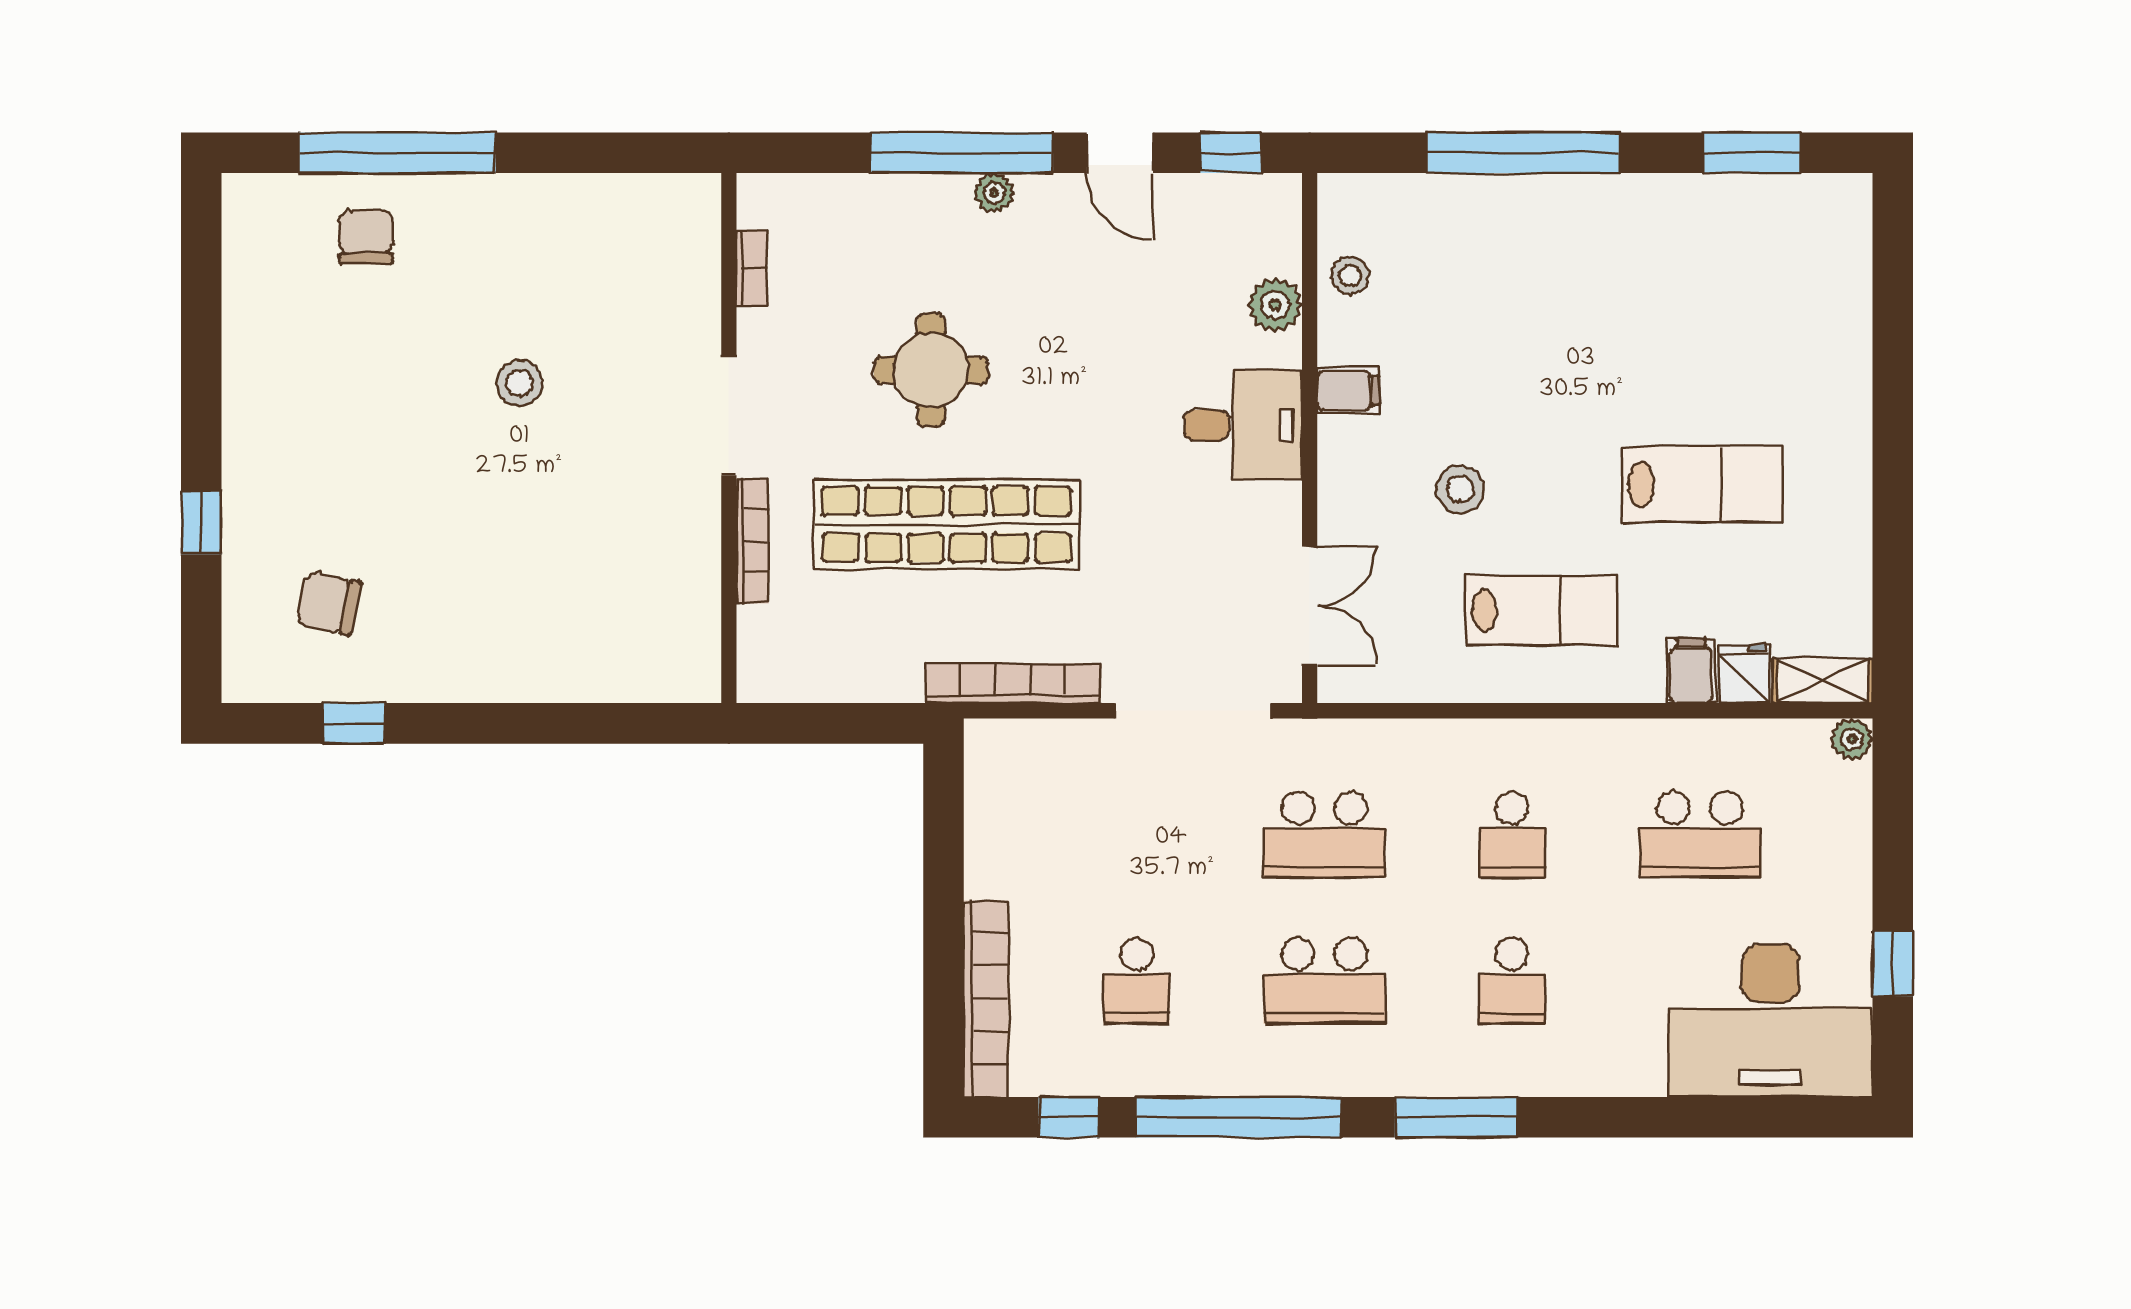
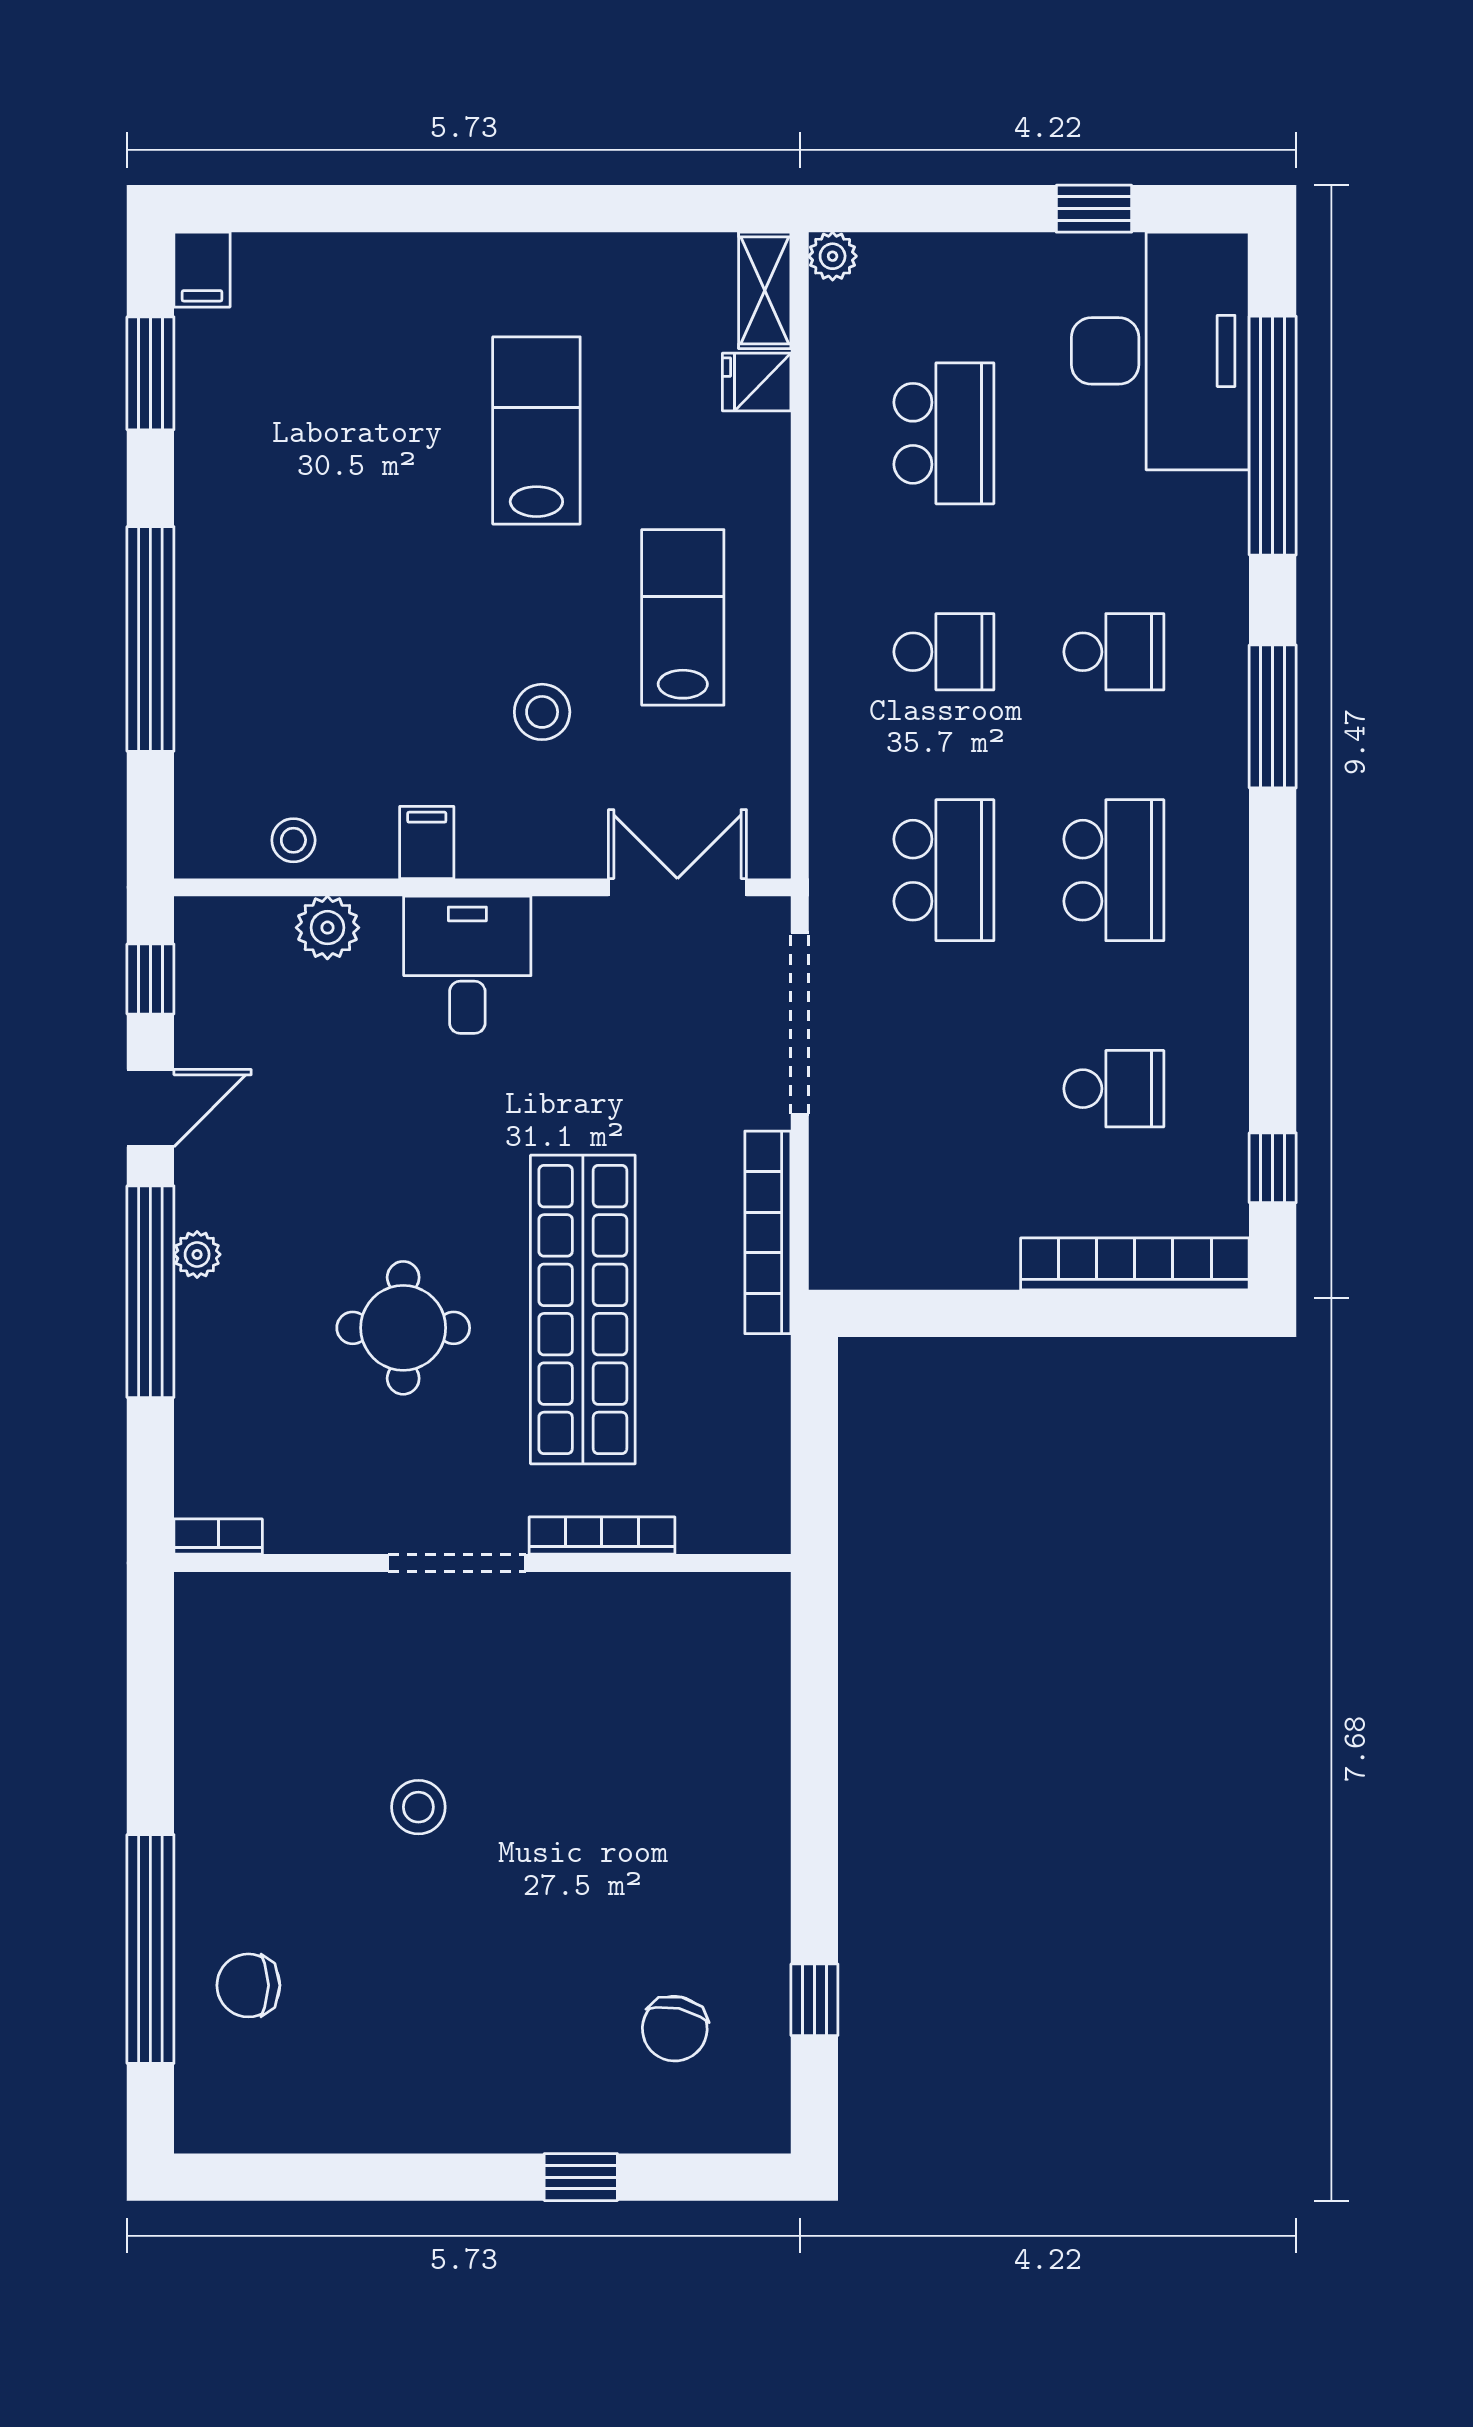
bookcase: (752, 268) -> (218, 1537), moved
filing cabinet: (1691, 671) -> (202, 270), moved, turned -90
window: (1239, 1117) -> (1273, 436), moved

